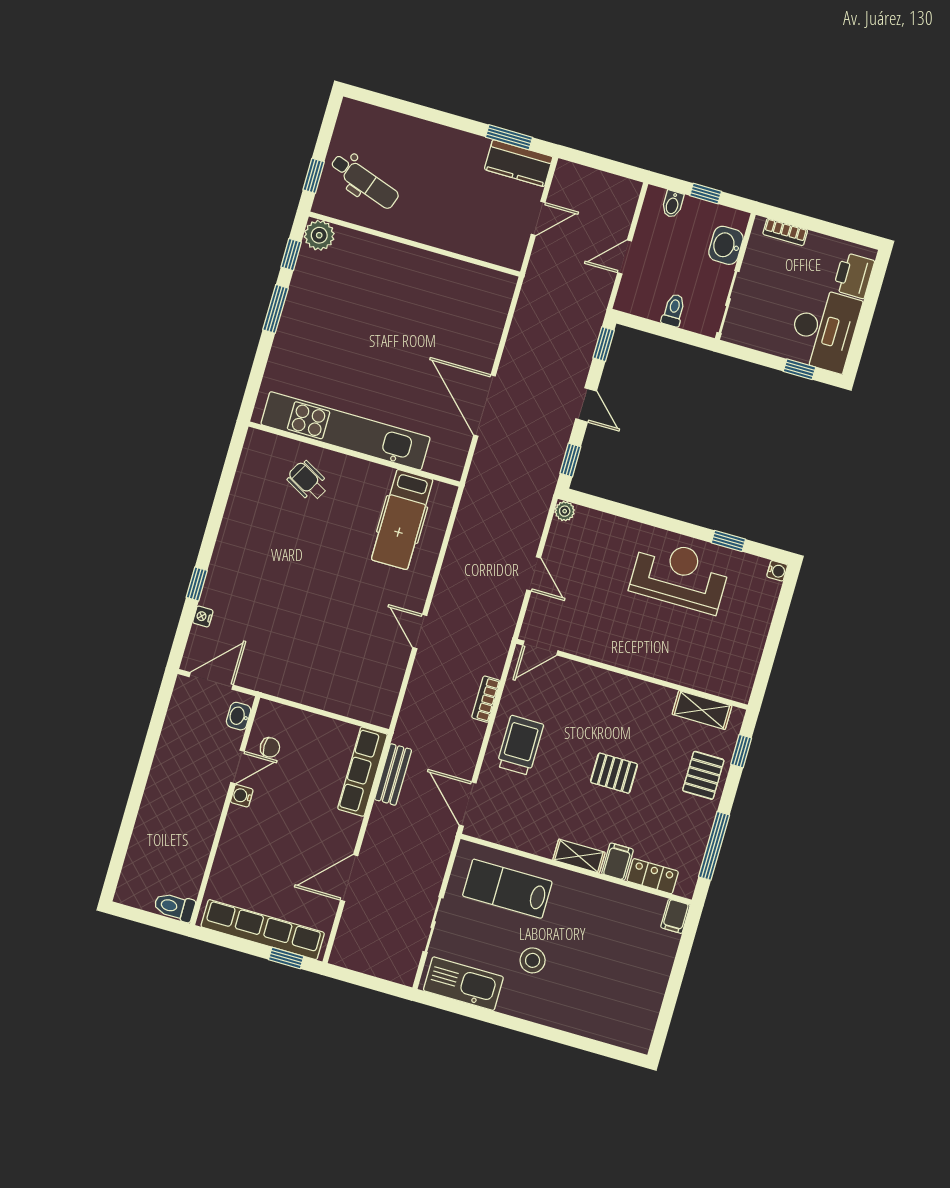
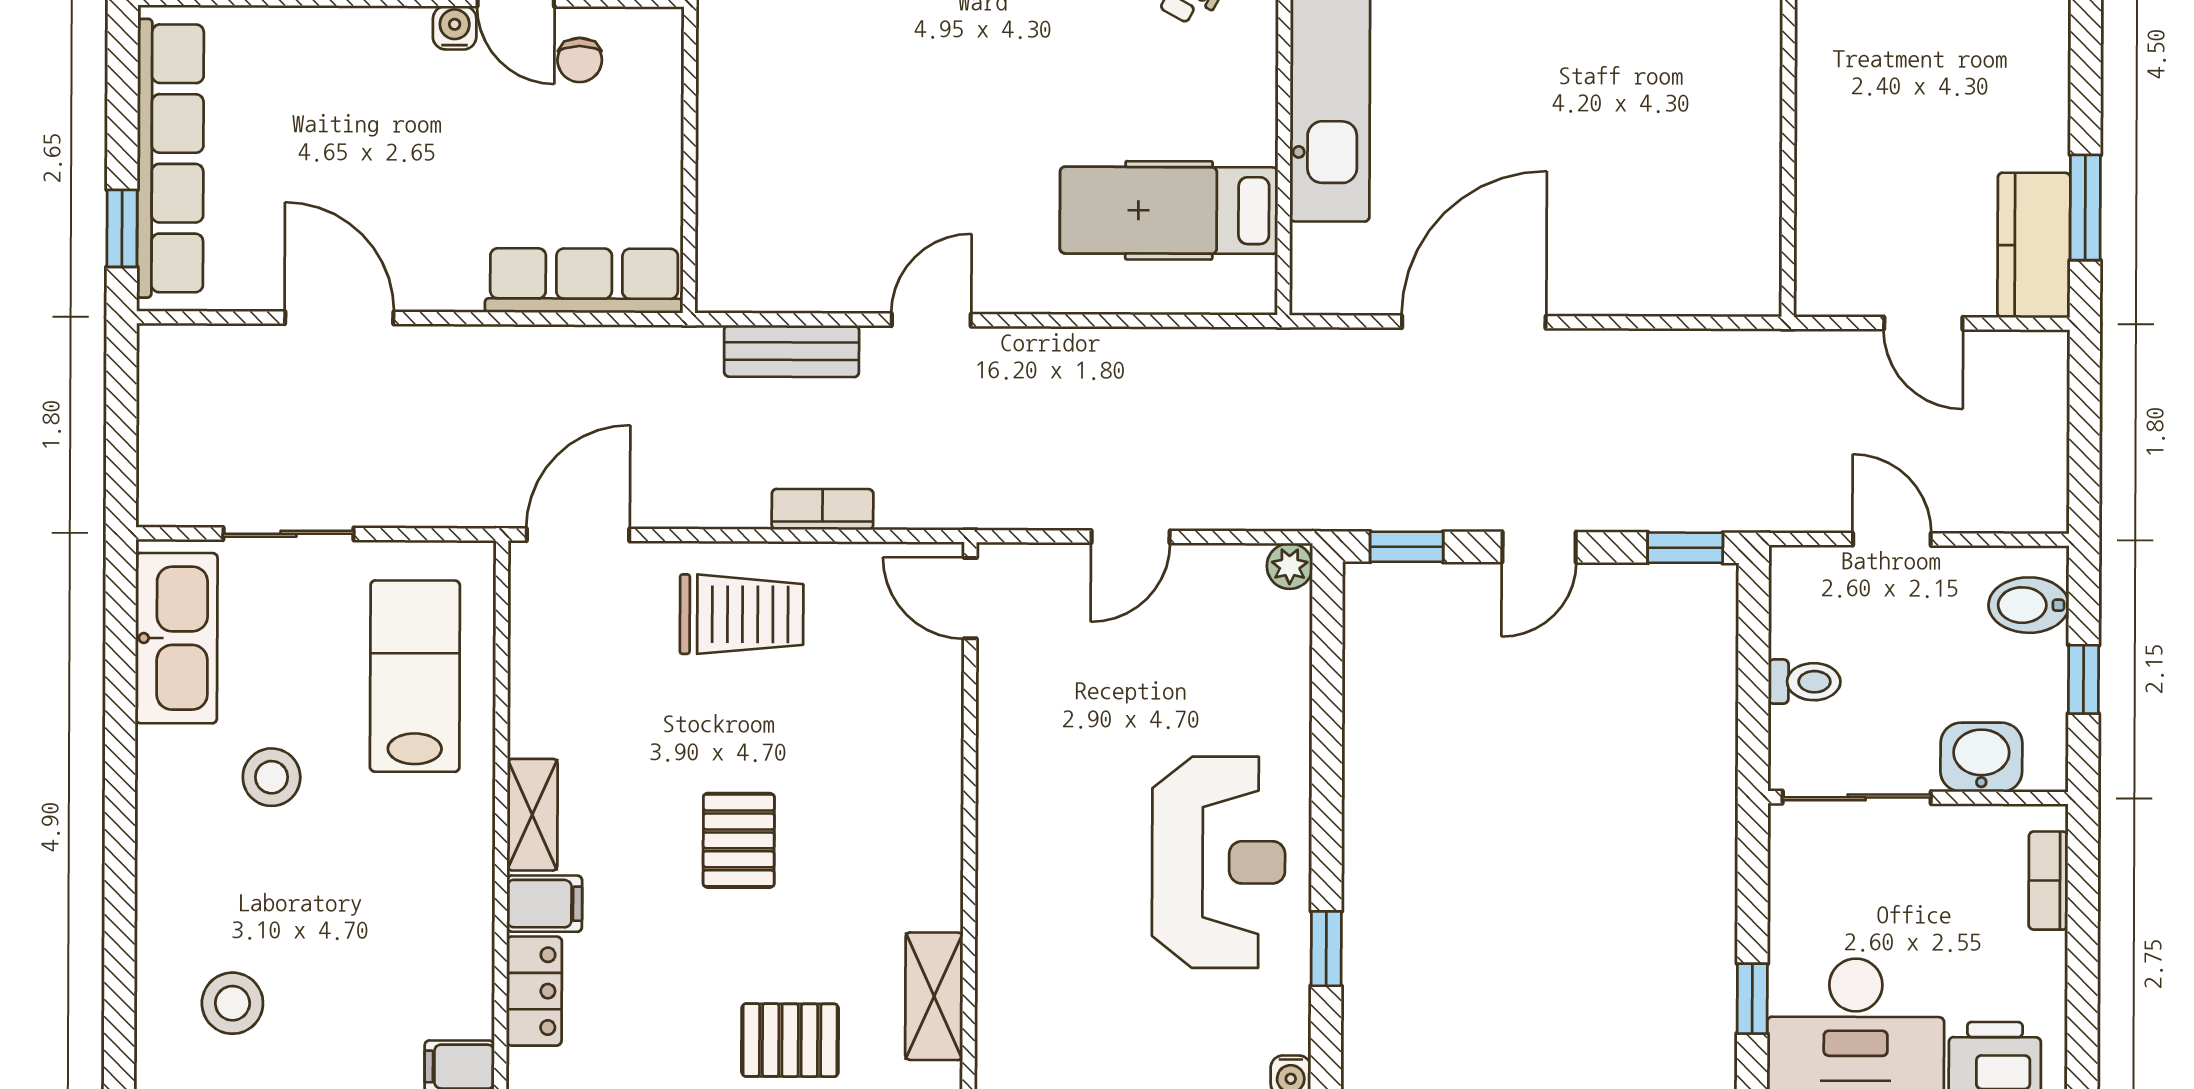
bidet: (673, 204) -> (2029, 605), width x1.38, depth x1.36
bench: (393, 774) -> (792, 351), moved
stool: (622, 1003) -> (232, 1003), added

